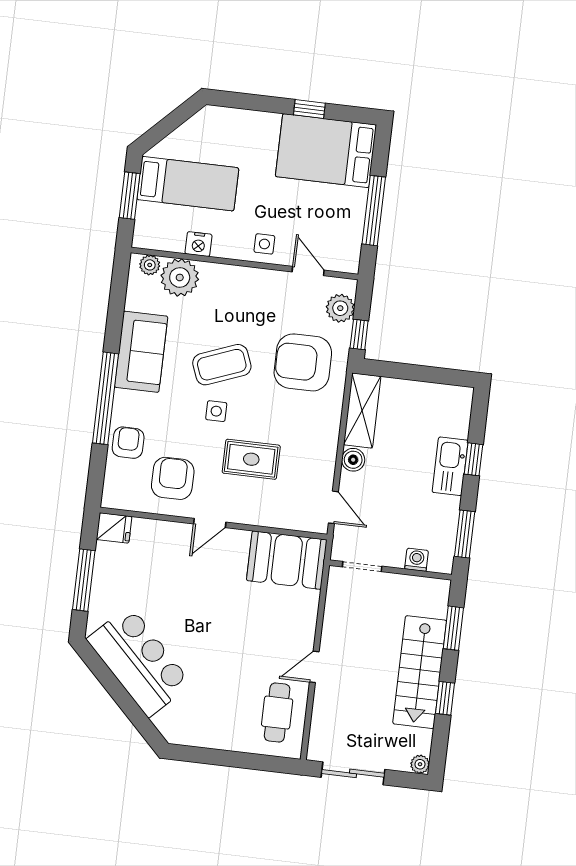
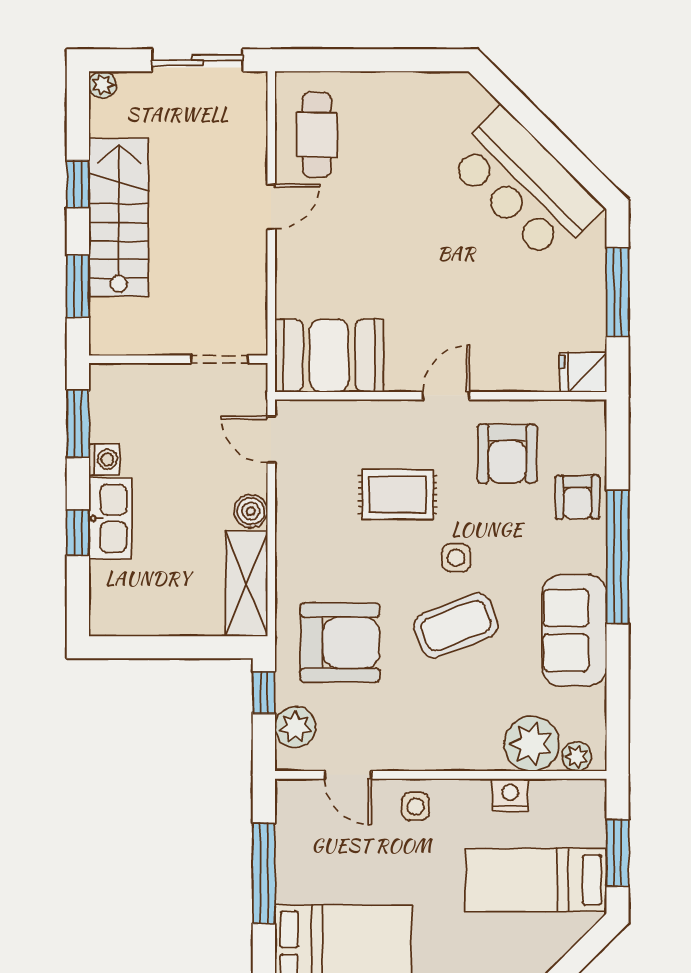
washing machine: (417, 560) -> (104, 459), moved, turned -90

